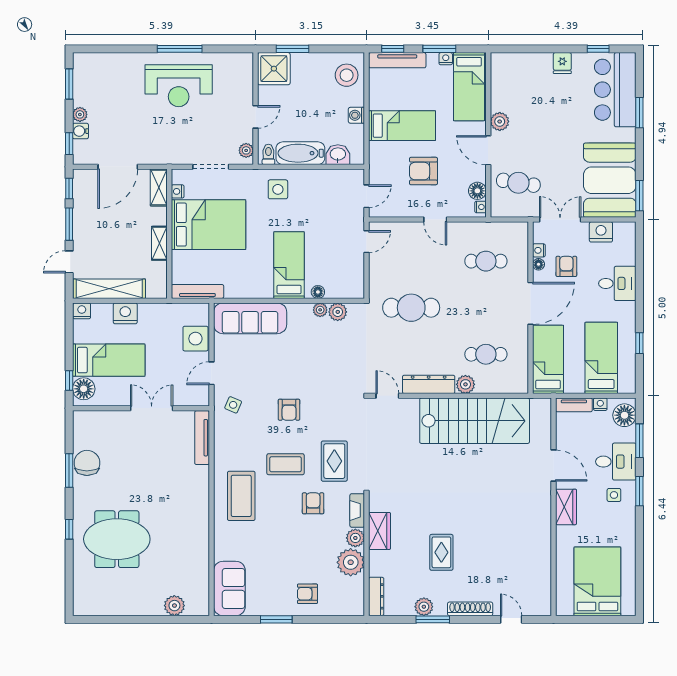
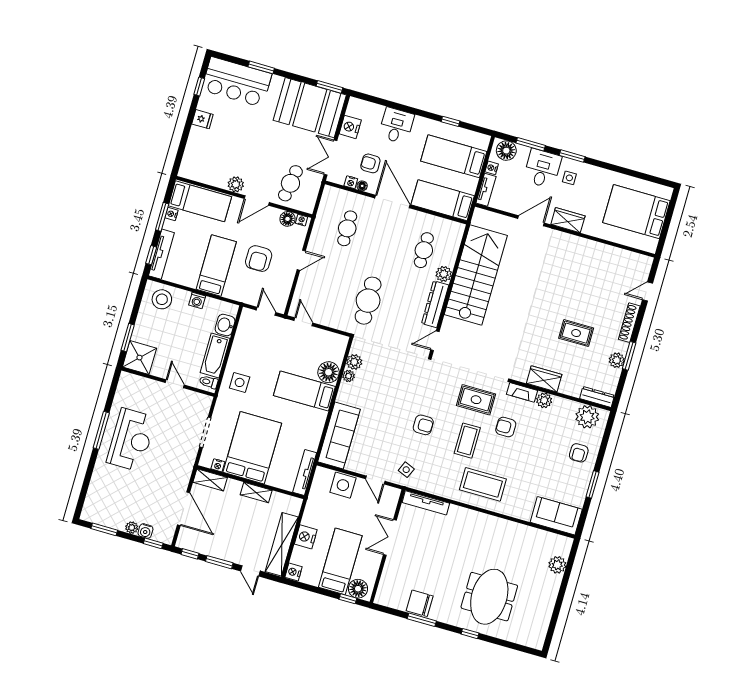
plant: (246, 150) -> (200, 399), removed
floor lamp: (318, 292) -> (329, 372), width x1.89, depth x1.89
plant: (351, 562) -> (587, 417), moved

